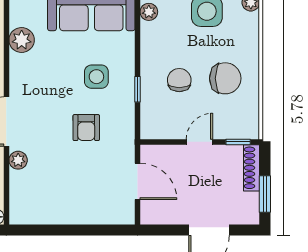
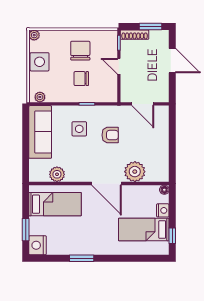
plant: (18, 160) -> (135, 172), width x1.88, depth x1.88
door: (138, 181) -> (143, 104), swing flipped

